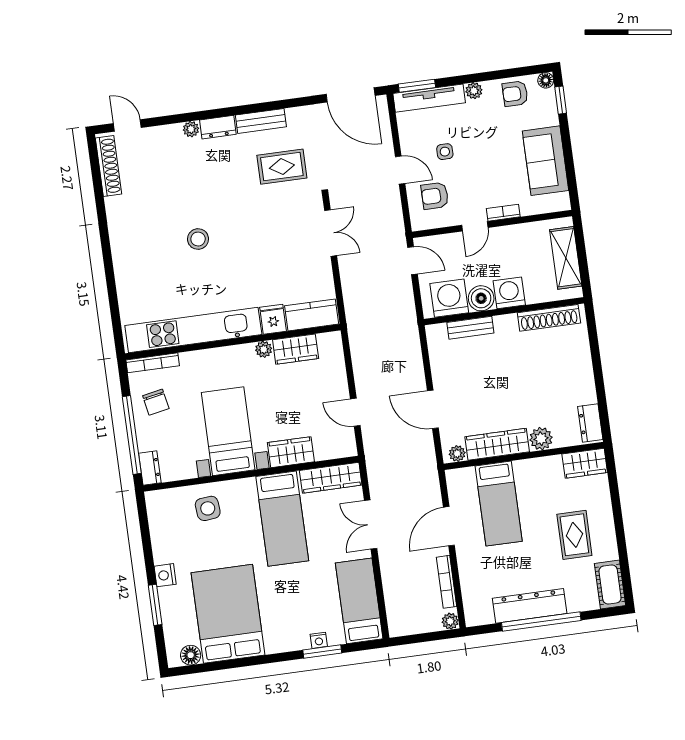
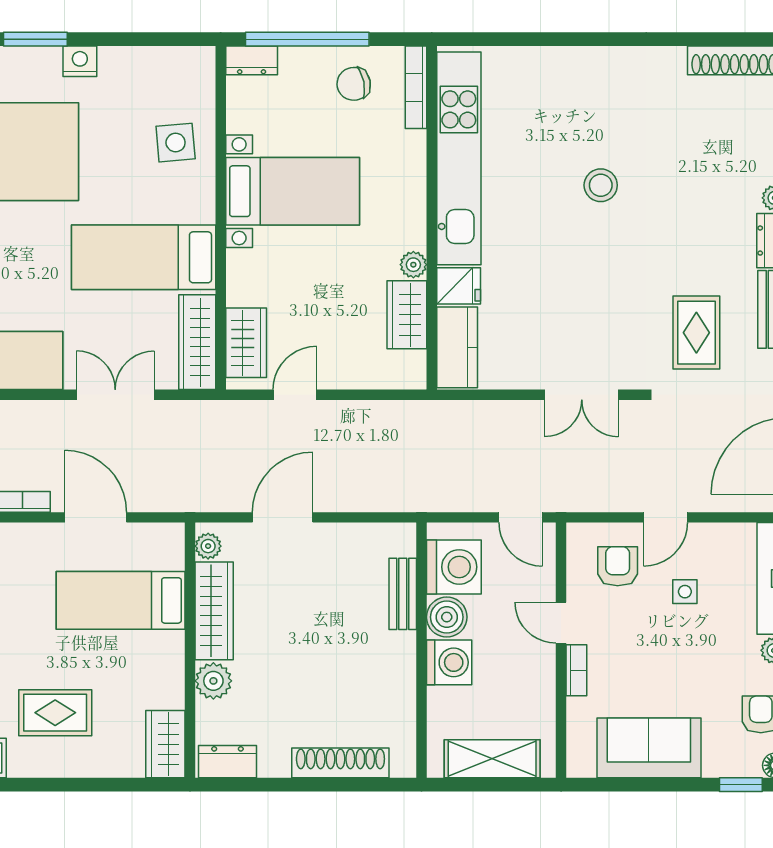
door: (412, 261) -> (521, 517), hinge flipped
shoe rack: (549, 318) -> (340, 763), moved, turned 90
wardrobe: (291, 452) -> (246, 343), moved

